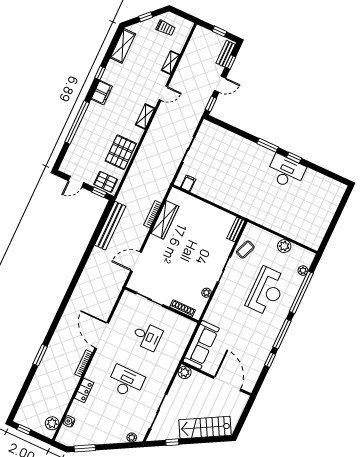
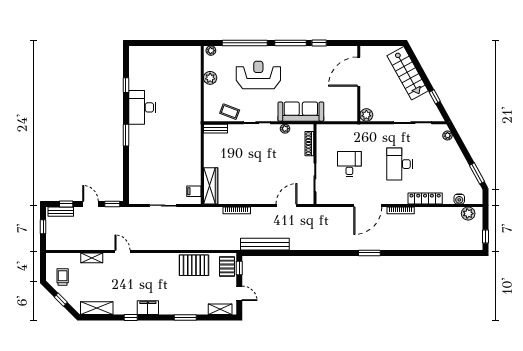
shelving: (145, 116) -> (220, 309), moved
window: (77, 122) -> (185, 317), width x0.47
window: (294, 158) -> (126, 85), moved
wardrobe: (165, 220) -> (211, 186), moved, turned 90
door: (136, 262) -> (286, 205), swing flipped
plant: (303, 271) -> (211, 51), moved
sofa: (201, 345) -> (301, 112), moved
window: (40, 355) -> (369, 253), moved
locker: (84, 390) -> (425, 198), width x1.53

